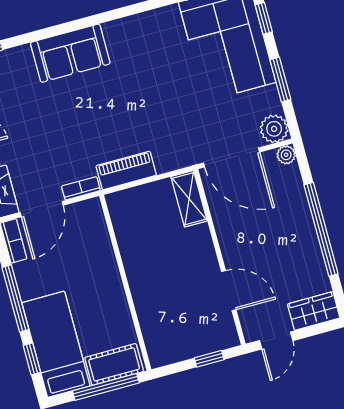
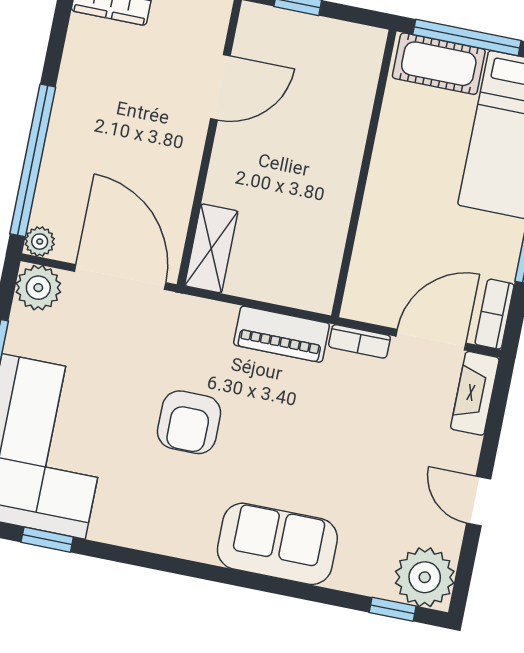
armchair: (153, 96) -> (189, 422), added
window: (321, 229) -> (33, 160), moved
door: (229, 291) -> (220, 87), swing flipped

